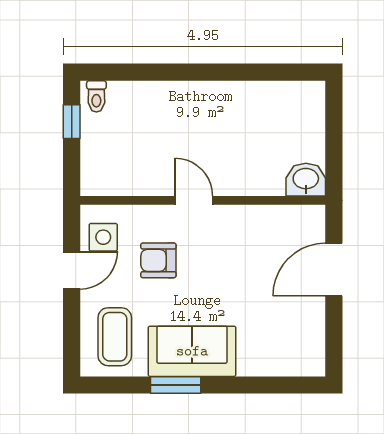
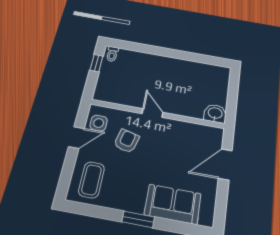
armchair: (158, 260) -> (126, 141), turned 104
sofa: (192, 351) -> (173, 204), moved
window: (176, 385) -> (138, 219), moved

